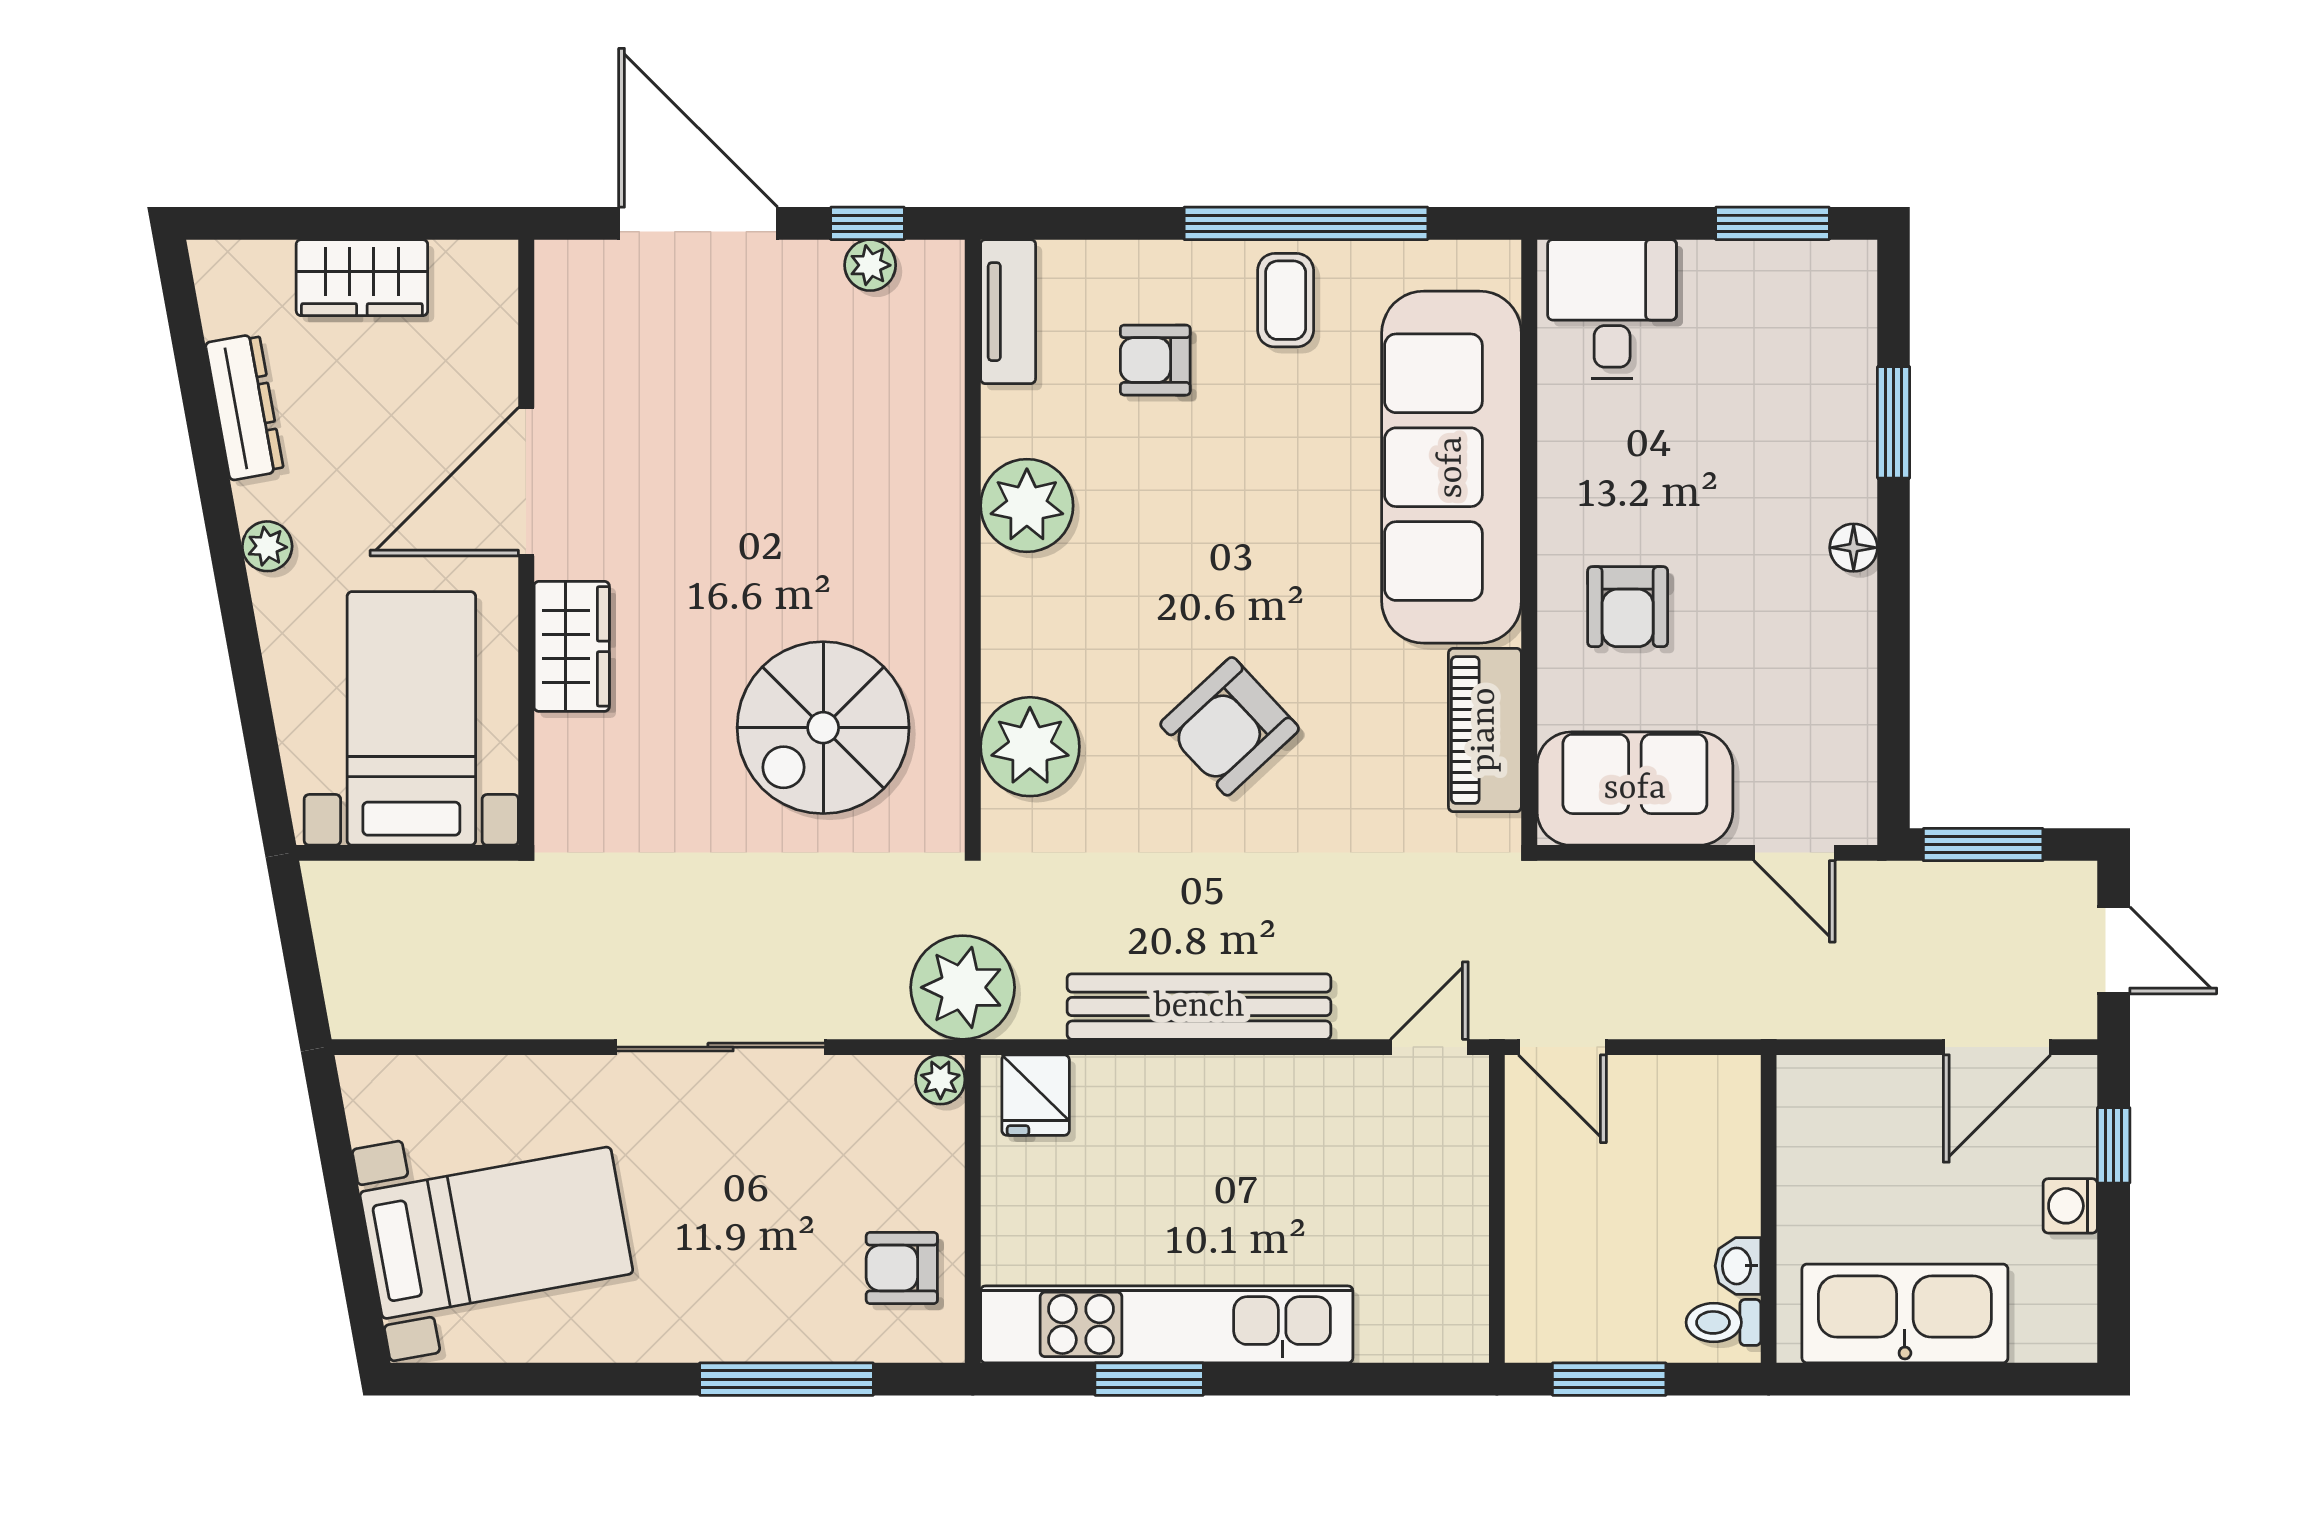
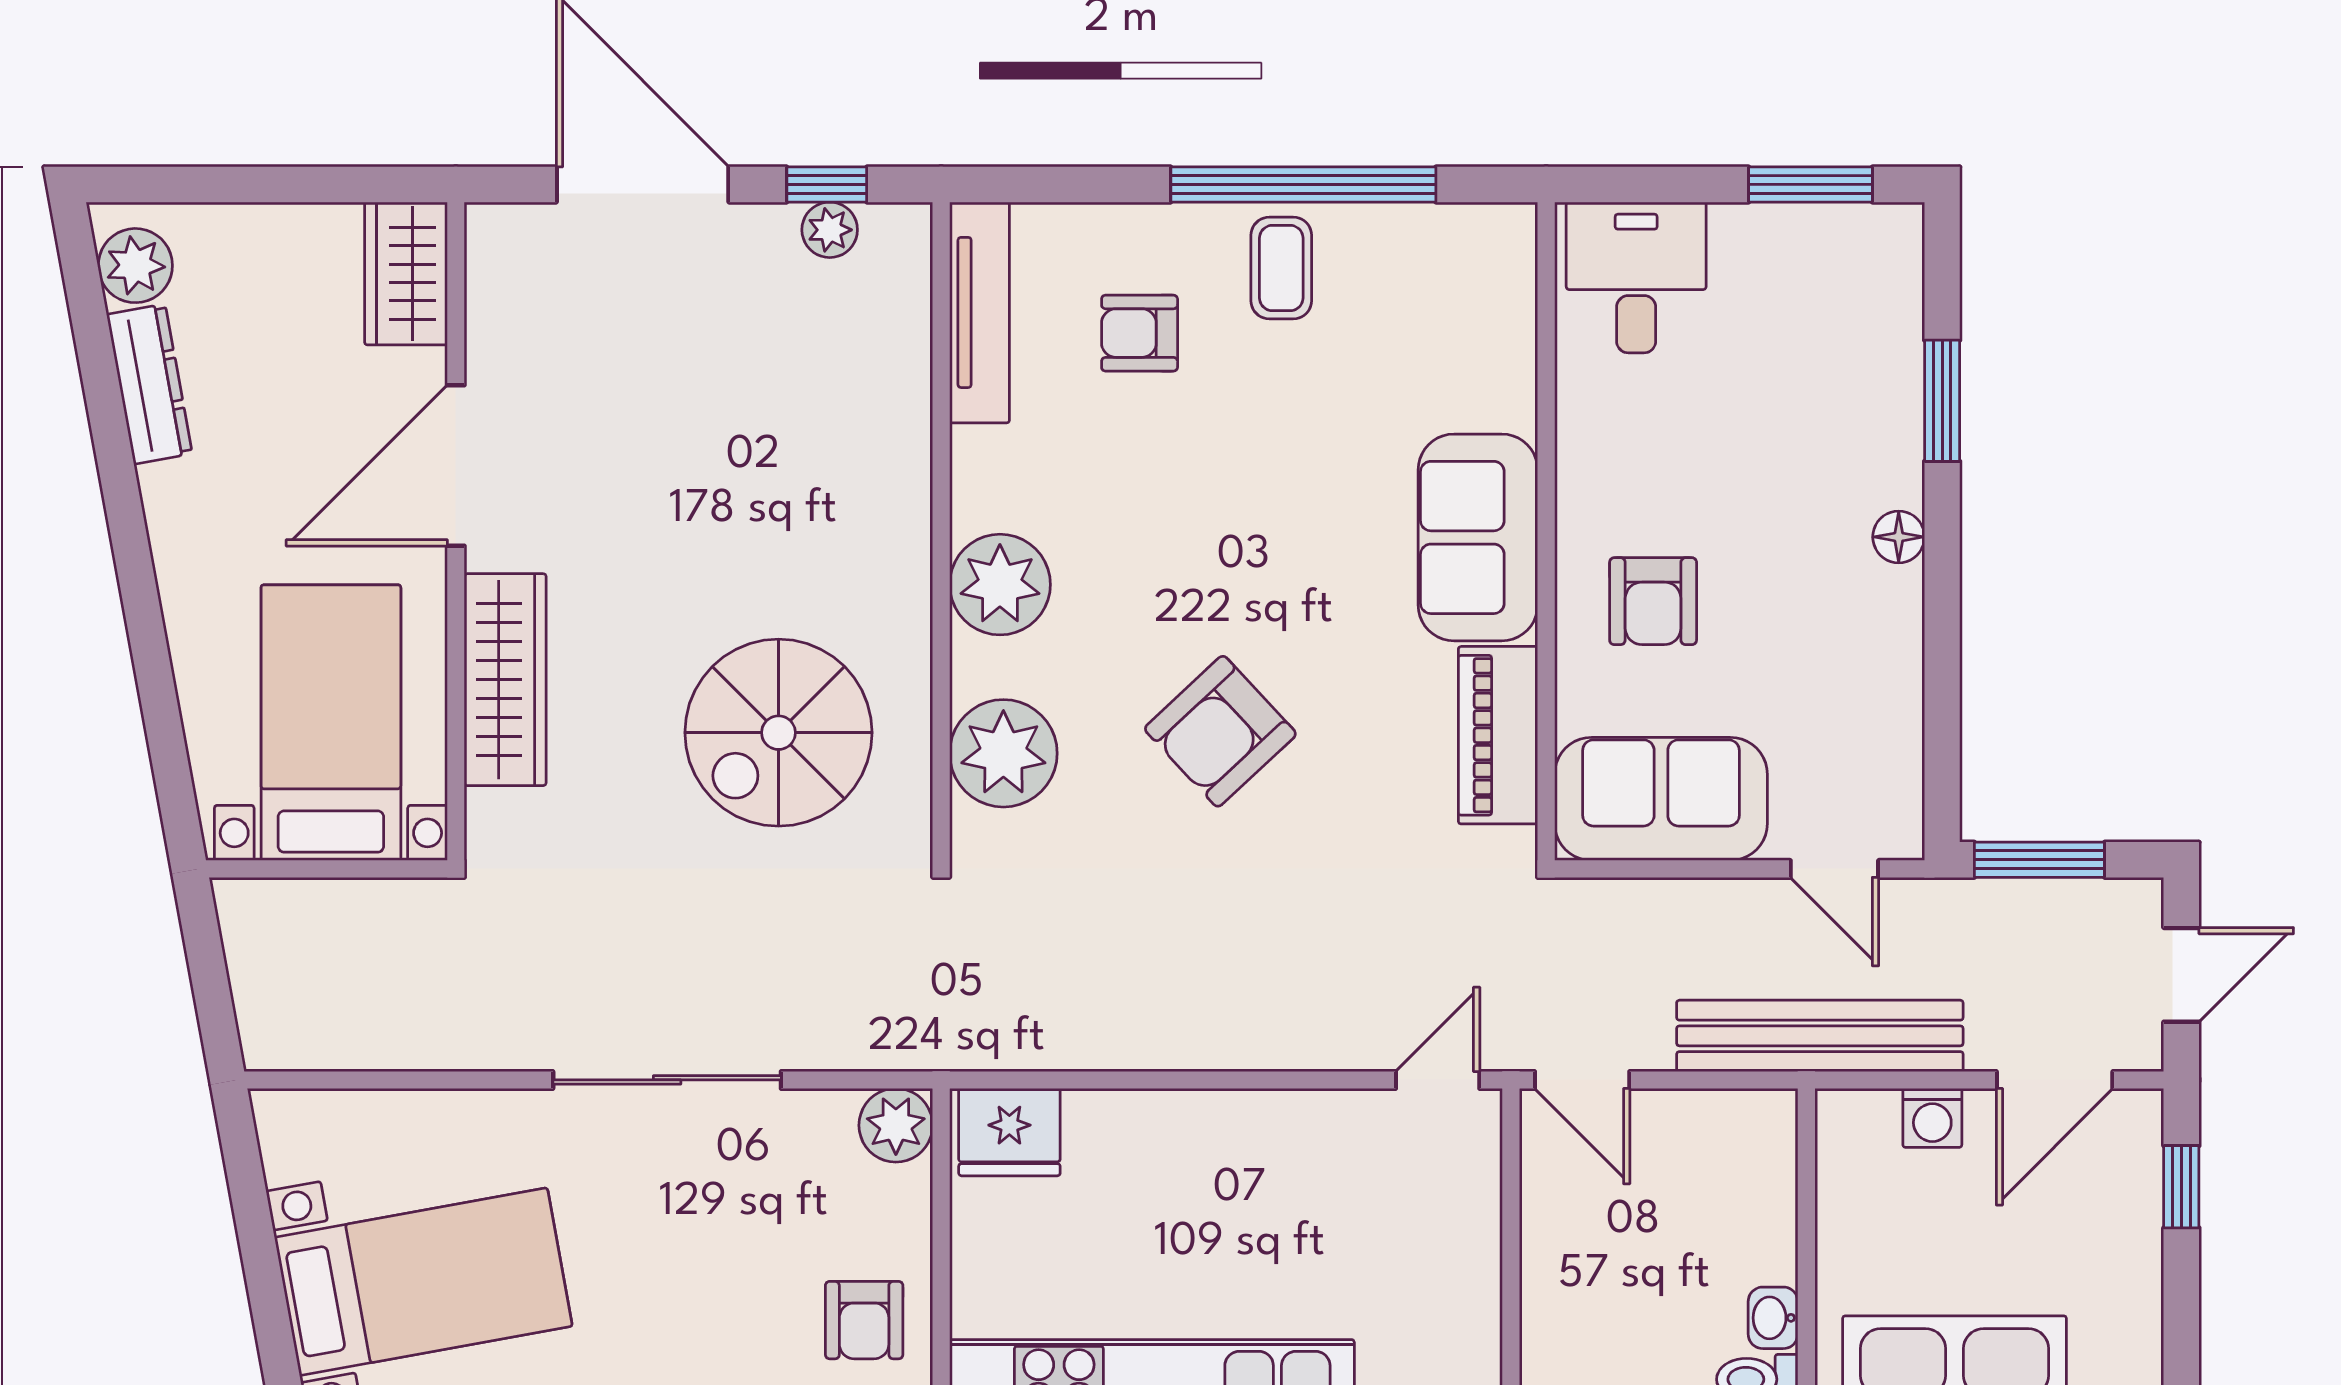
wardrobe: (362, 278) -> (406, 273), moved, turned 90
tv unit: (1008, 312) -> (980, 312), width x1.41
sofa: (1452, 467) -> (1478, 537), width x0.54, depth x0.79
plant: (1027, 506) -> (1000, 585), moved
plant: (267, 546) -> (135, 266), moved, width x1.38, depth x1.38
wardrobe: (572, 646) -> (505, 680), width x1.50
door: (2114, 950) -> (2181, 975), hinge flipped
plant: (963, 987) -> (930, 1015), removed
bench: (1199, 1007) -> (1820, 1036), moved
plant: (940, 1080) -> (896, 1125), width x1.38, depth x1.38
fridge: (1036, 1095) -> (1009, 1132), width x1.38
washing machine: (2070, 1206) -> (1932, 1118), moved, turned -90
armchair: (902, 1268) -> (864, 1320), turned -90

